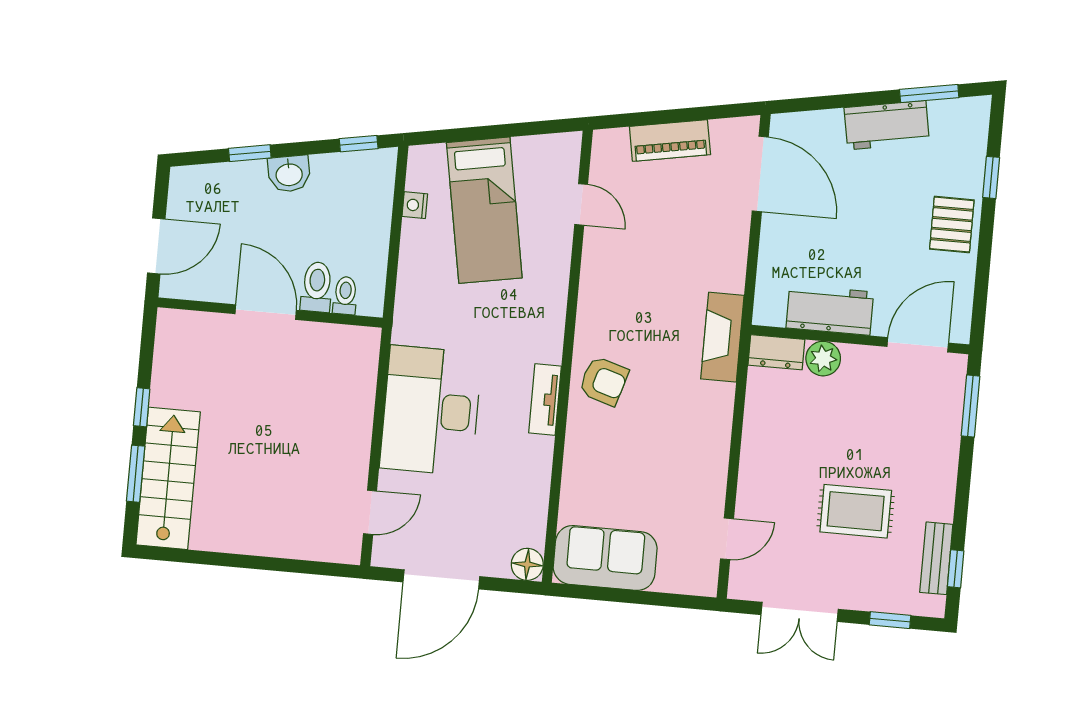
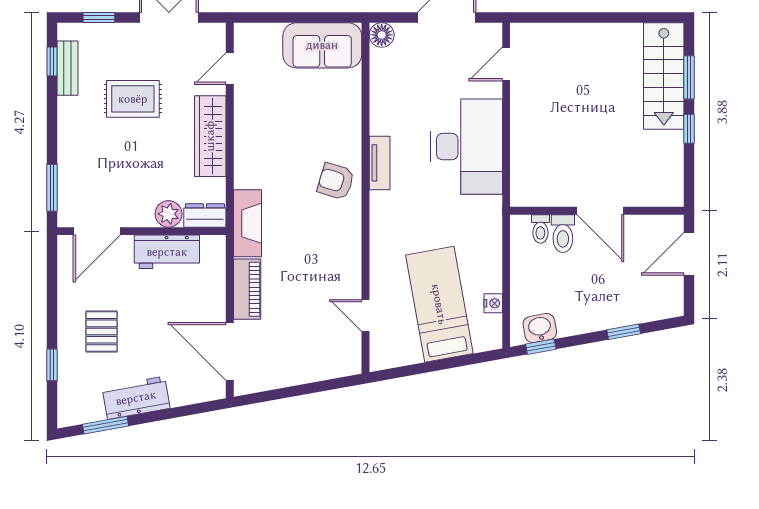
piano: (670, 140) -> (247, 289), moved, turned 100
washbasin: (289, 174) -> (540, 328), moved
pallet: (952, 225) -> (102, 332), moved
wardrobe: (760, 454) -> (210, 136), added

